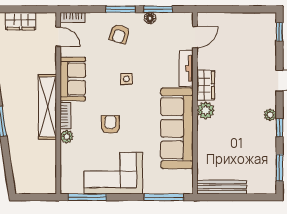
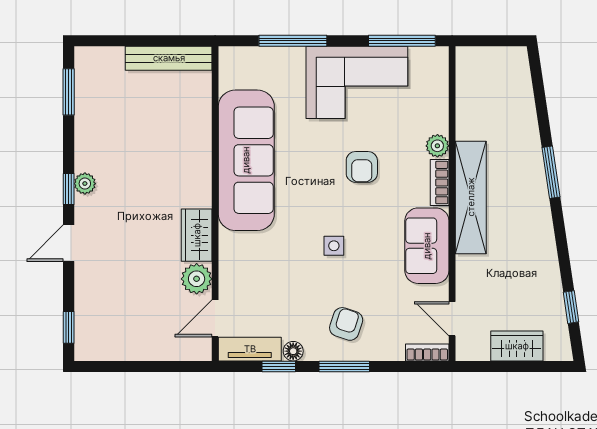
window: (158, 9) -> (279, 367), width x0.67
tv unit: (186, 68) -> (250, 349), moved, turned -90
plant: (206, 110) -> (197, 279), moved
window: (279, 128) -> (69, 189), moved
window: (164, 197) -> (293, 41), moved

